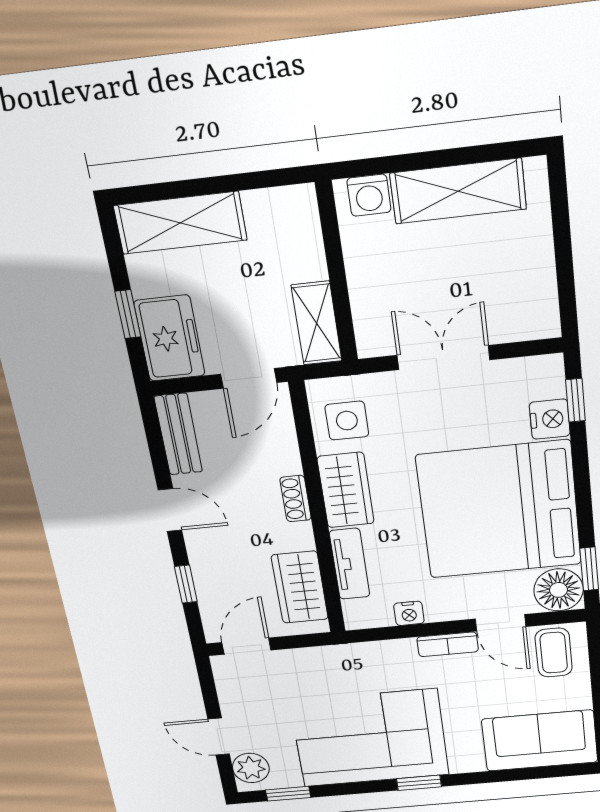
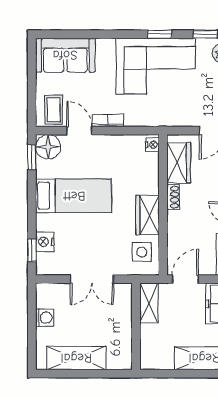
washing machine: (369, 195) -> (45, 318), moved, turned 90
shoe rack: (296, 499) -> (173, 197), moved
bed: (499, 510) -> (74, 196), width x0.49
tv unit: (350, 564) -> (152, 173), removed
nightstand: (409, 613) -> (152, 145), moved, turned 90
window: (419, 783) -> (160, 34), moved

